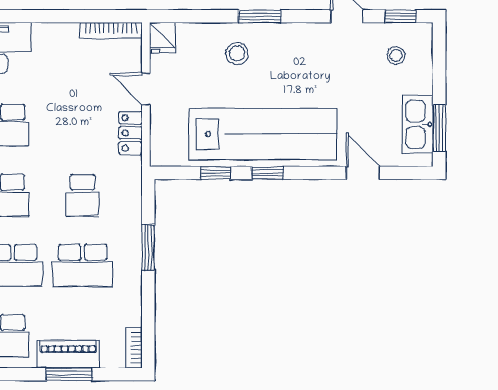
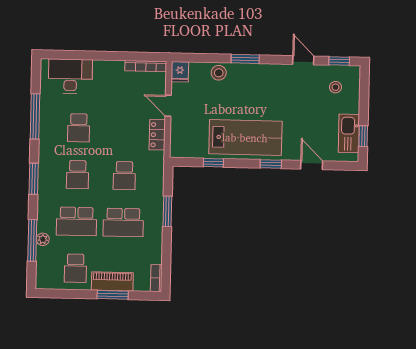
stool: (237, 54) -> (219, 73), moved
window: (439, 128) -> (363, 136), width x0.67
lab bench: (263, 134) -> (245, 138), width x0.73
window: (267, 173) -> (271, 164), moved

